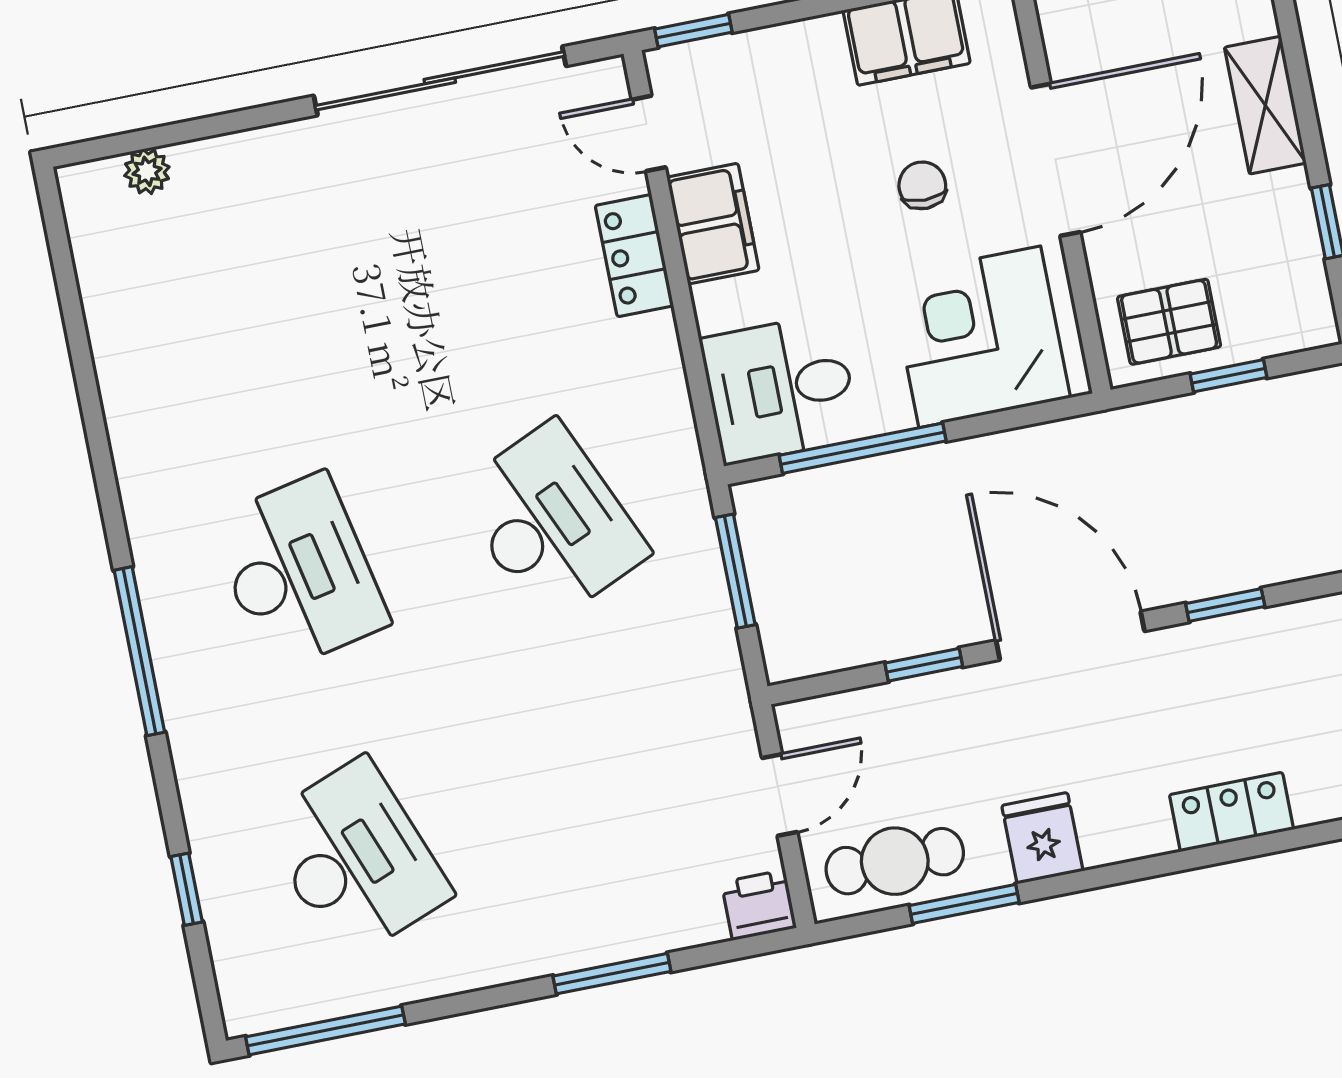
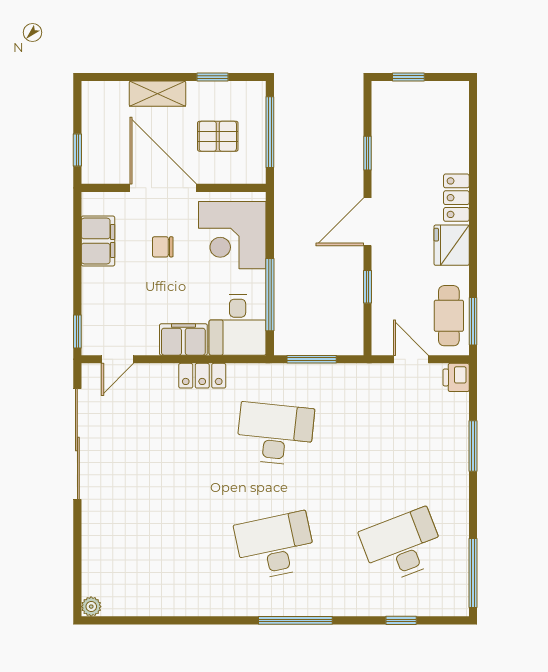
plant: (147, 171) -> (91, 607), moved
filing cabinet: (713, 224) -> (183, 339), moved
locker: (634, 256) -> (202, 376), moved
pallet: (1169, 322) -> (218, 136), moved, turned 90
window: (1229, 376) -> (270, 132), width x2.17
desk: (551, 522) -> (275, 434), turned 30
door: (1070, 636) -> (368, 222), width x0.73
locker: (1231, 812) -> (456, 198), moved
fridge: (1042, 838) -> (452, 245), width x1.38
window: (964, 904) -> (473, 321), moved

